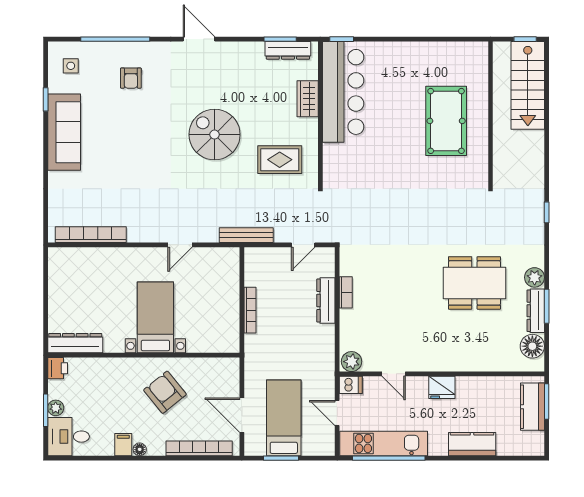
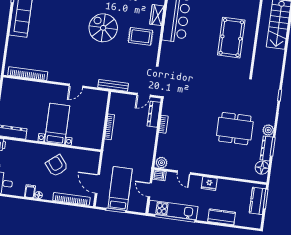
rug: (280, 160) -> (140, 36), moved
dresser: (326, 301) -> (154, 114), moved

